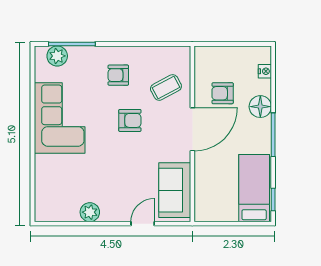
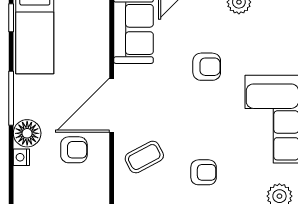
nightstand: (265, 71) -> (21, 157), moved
armchair: (130, 120) -> (207, 67), moved, turned 180

